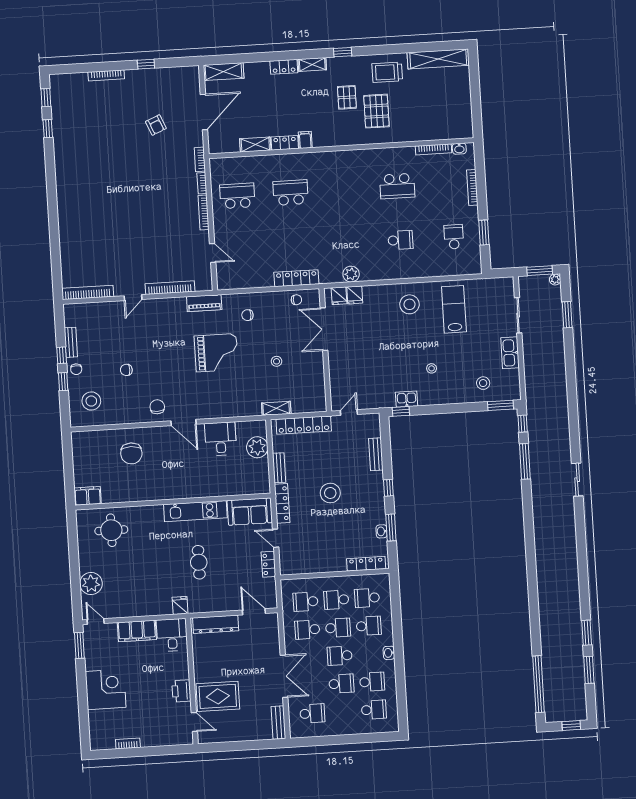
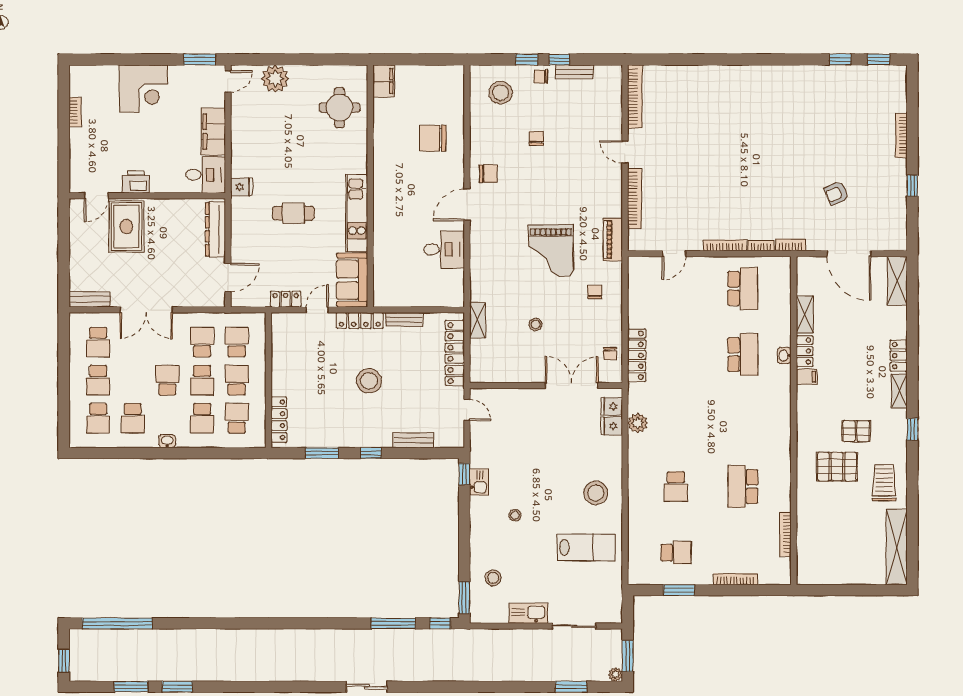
washbasin: (459, 149) -> (784, 356), moved
plant: (257, 447) -> (431, 294), removed
washbasin: (382, 531) -> (318, 441), removed
school desk: (341, 684) -> (98, 380), moved

